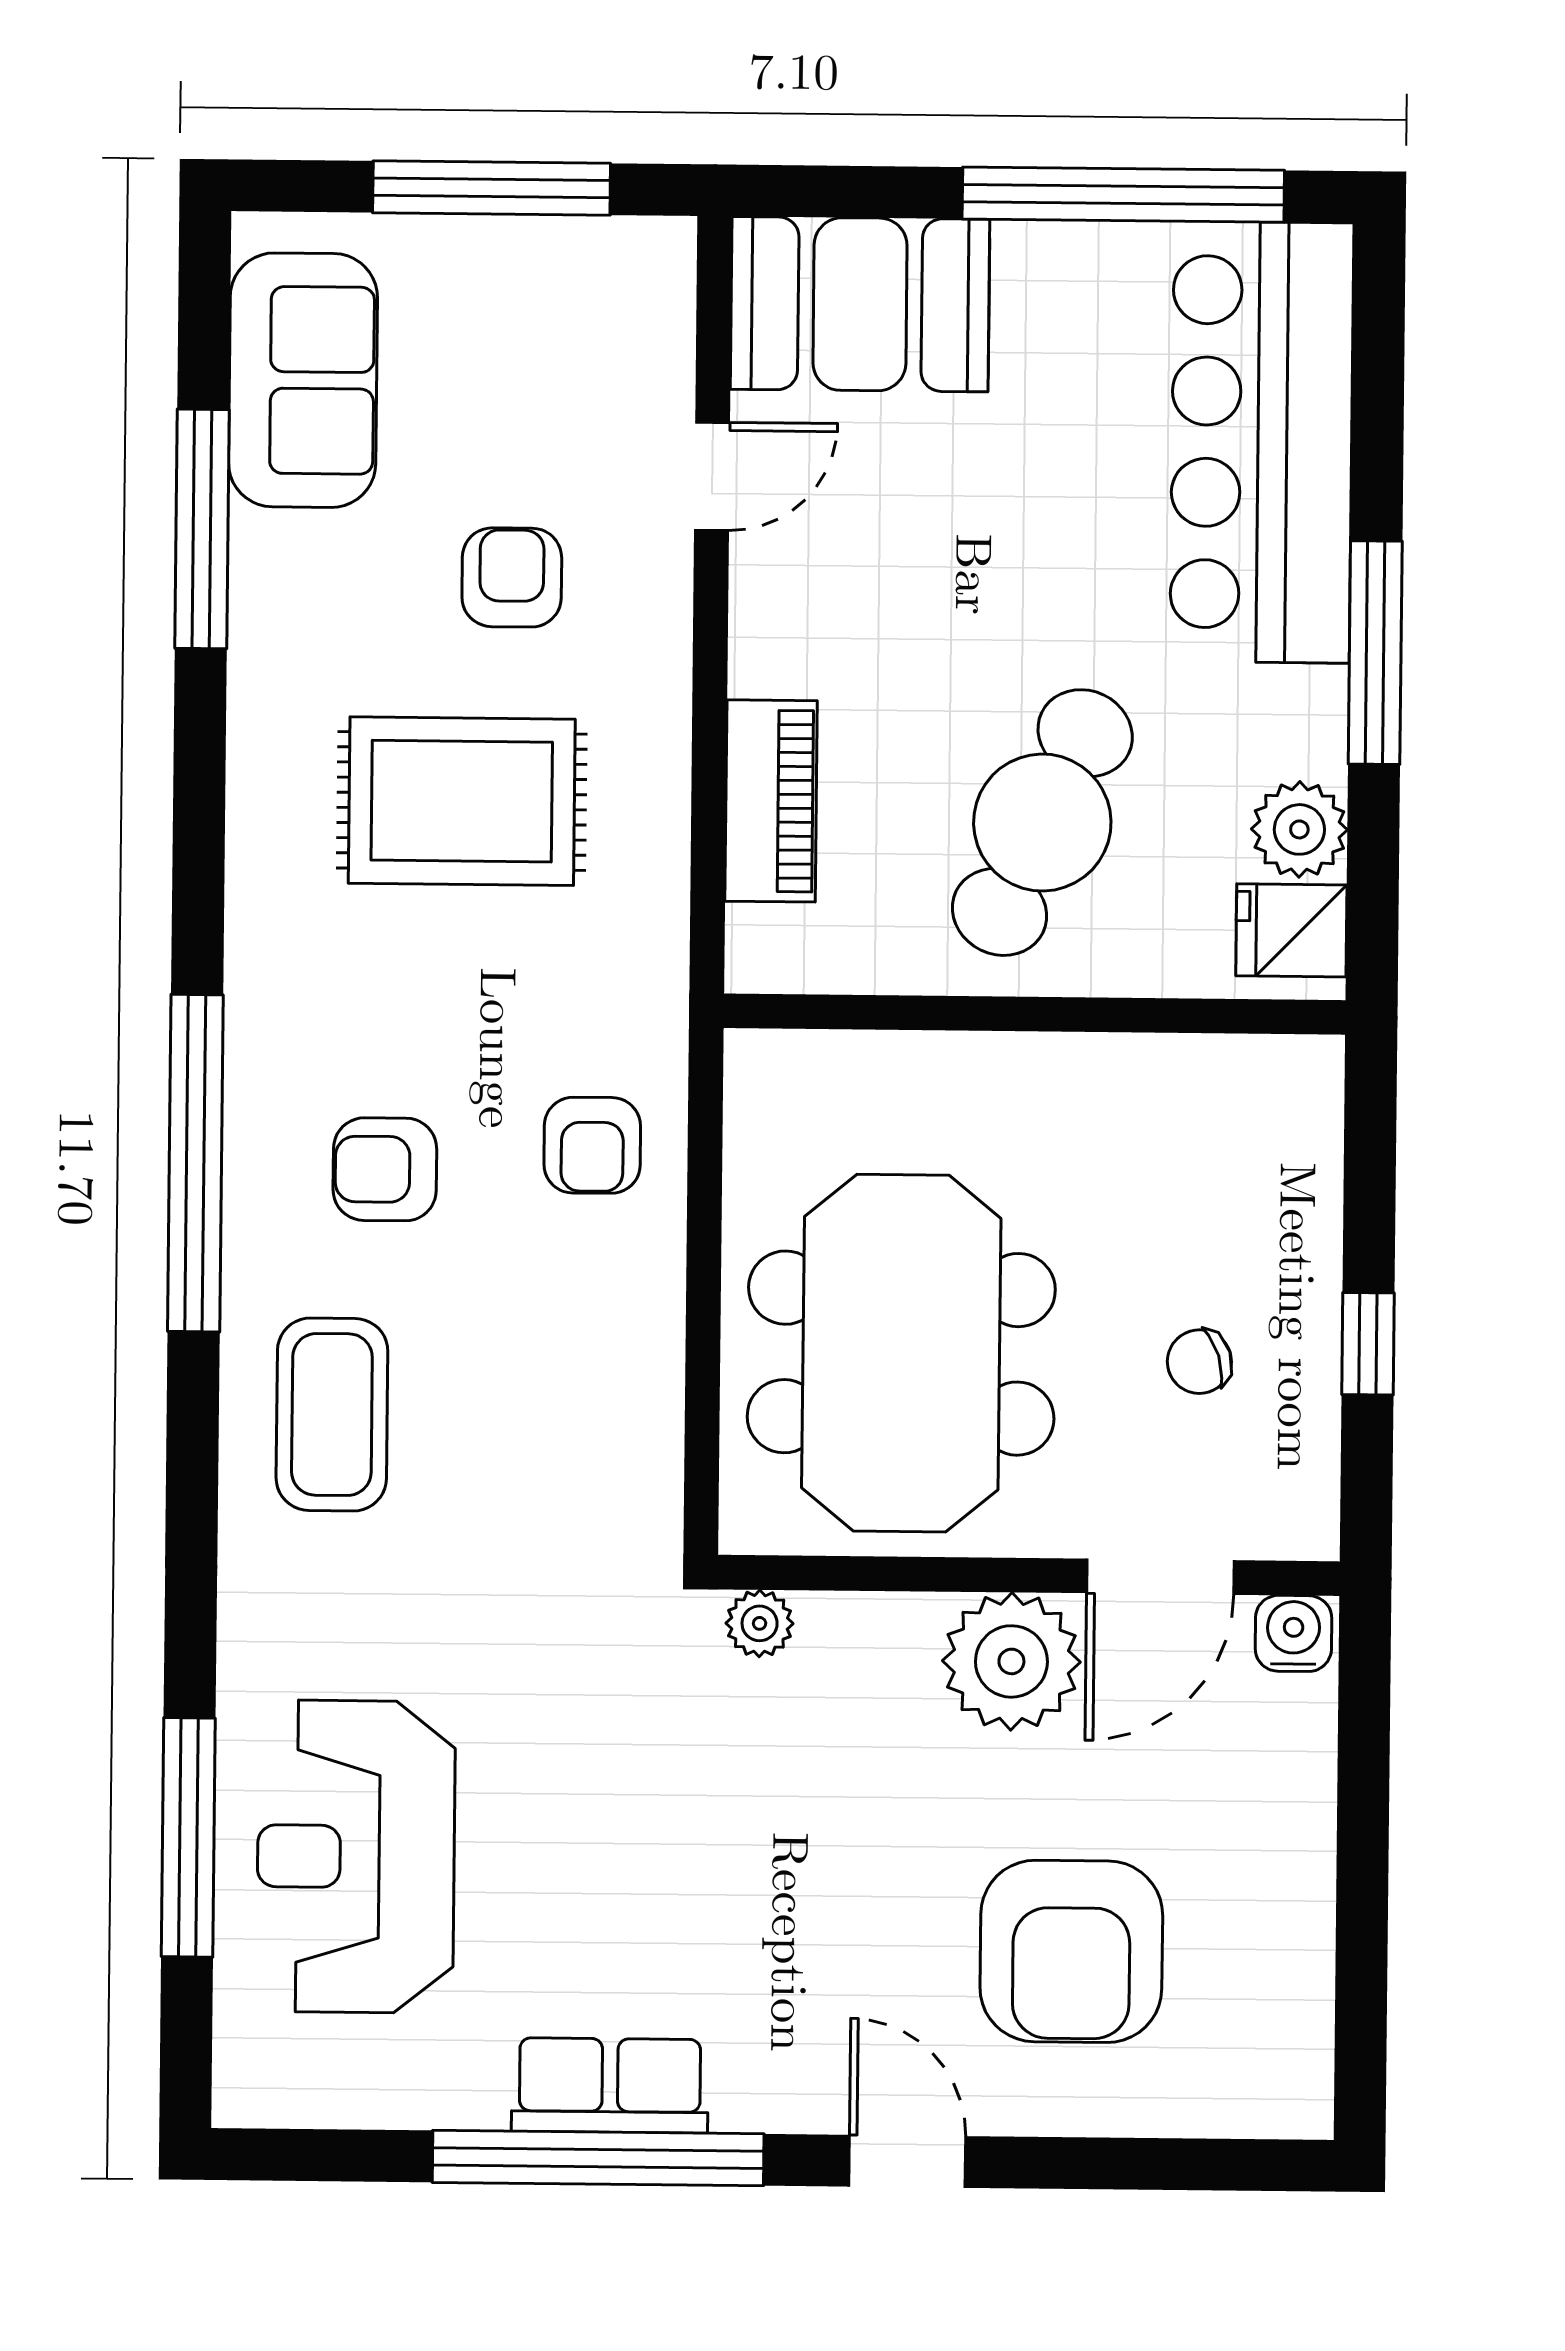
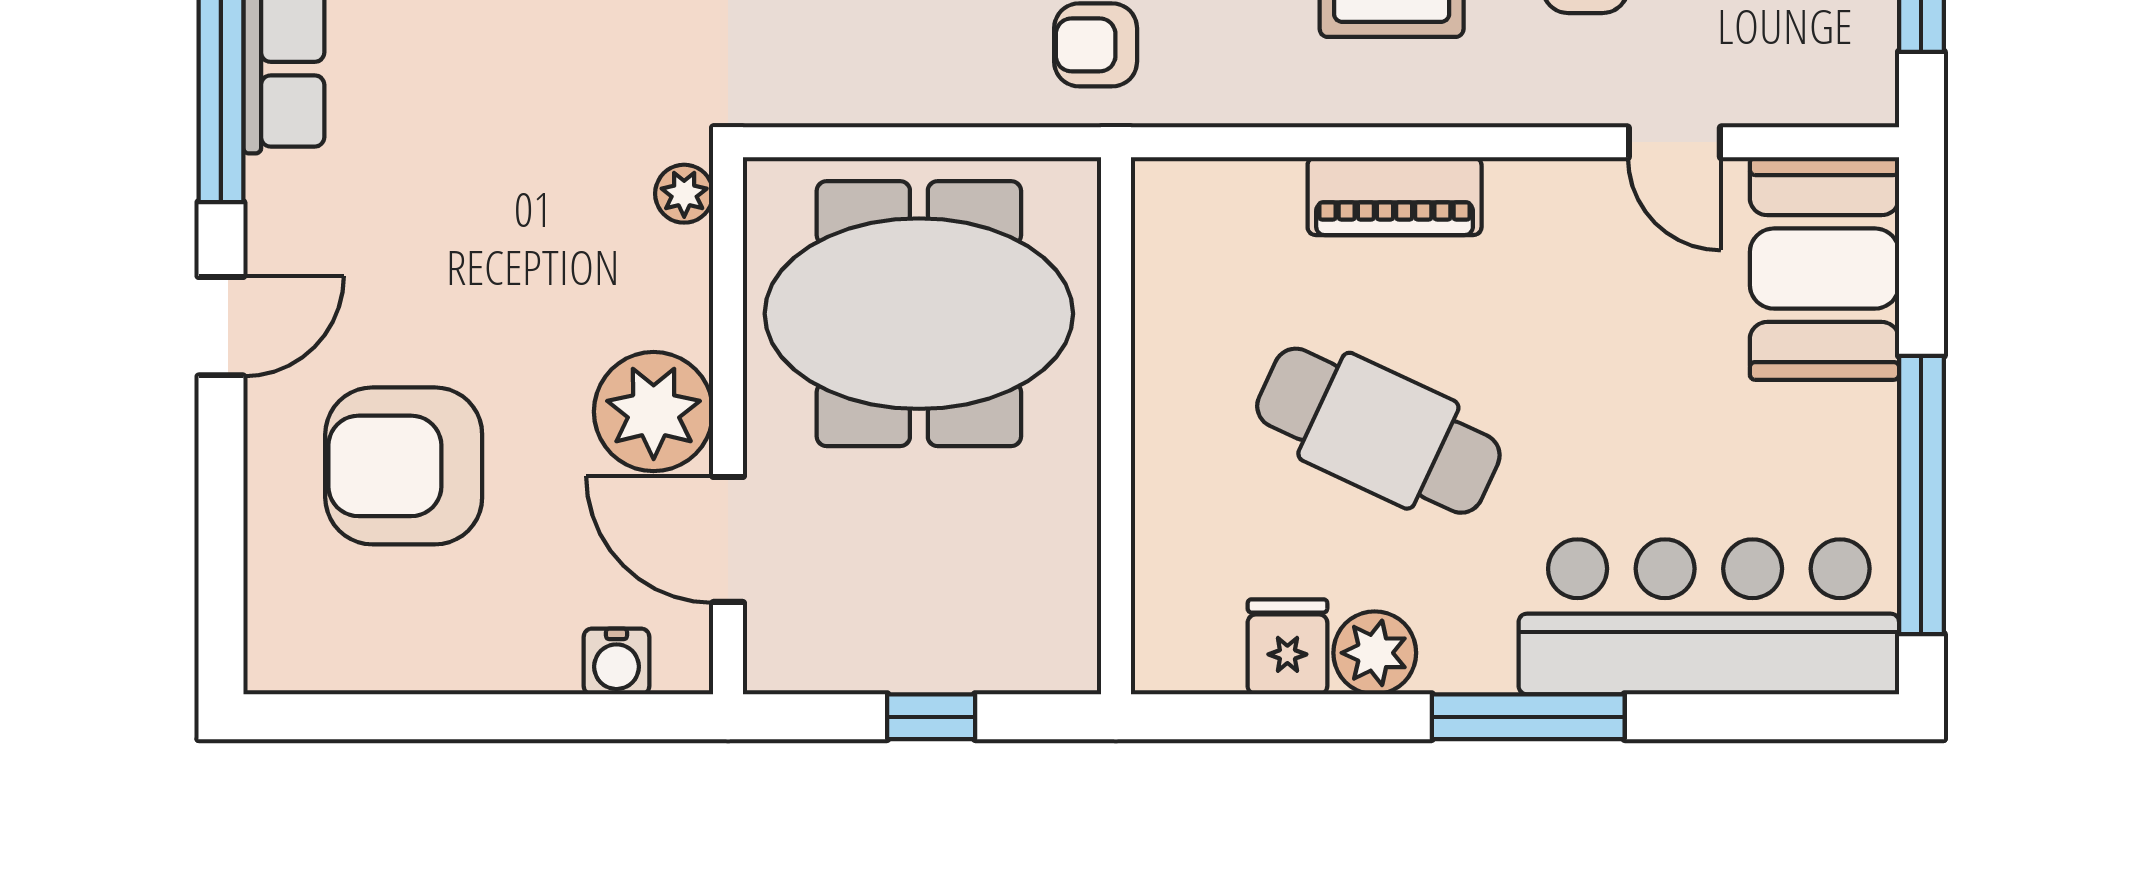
wall: (1035, 1014) -> (1116, 426), moved
chair: (1199, 1362) -> (914, 571), removed
water cooler: (1293, 1633) -> (616, 661), moved, turned 90

